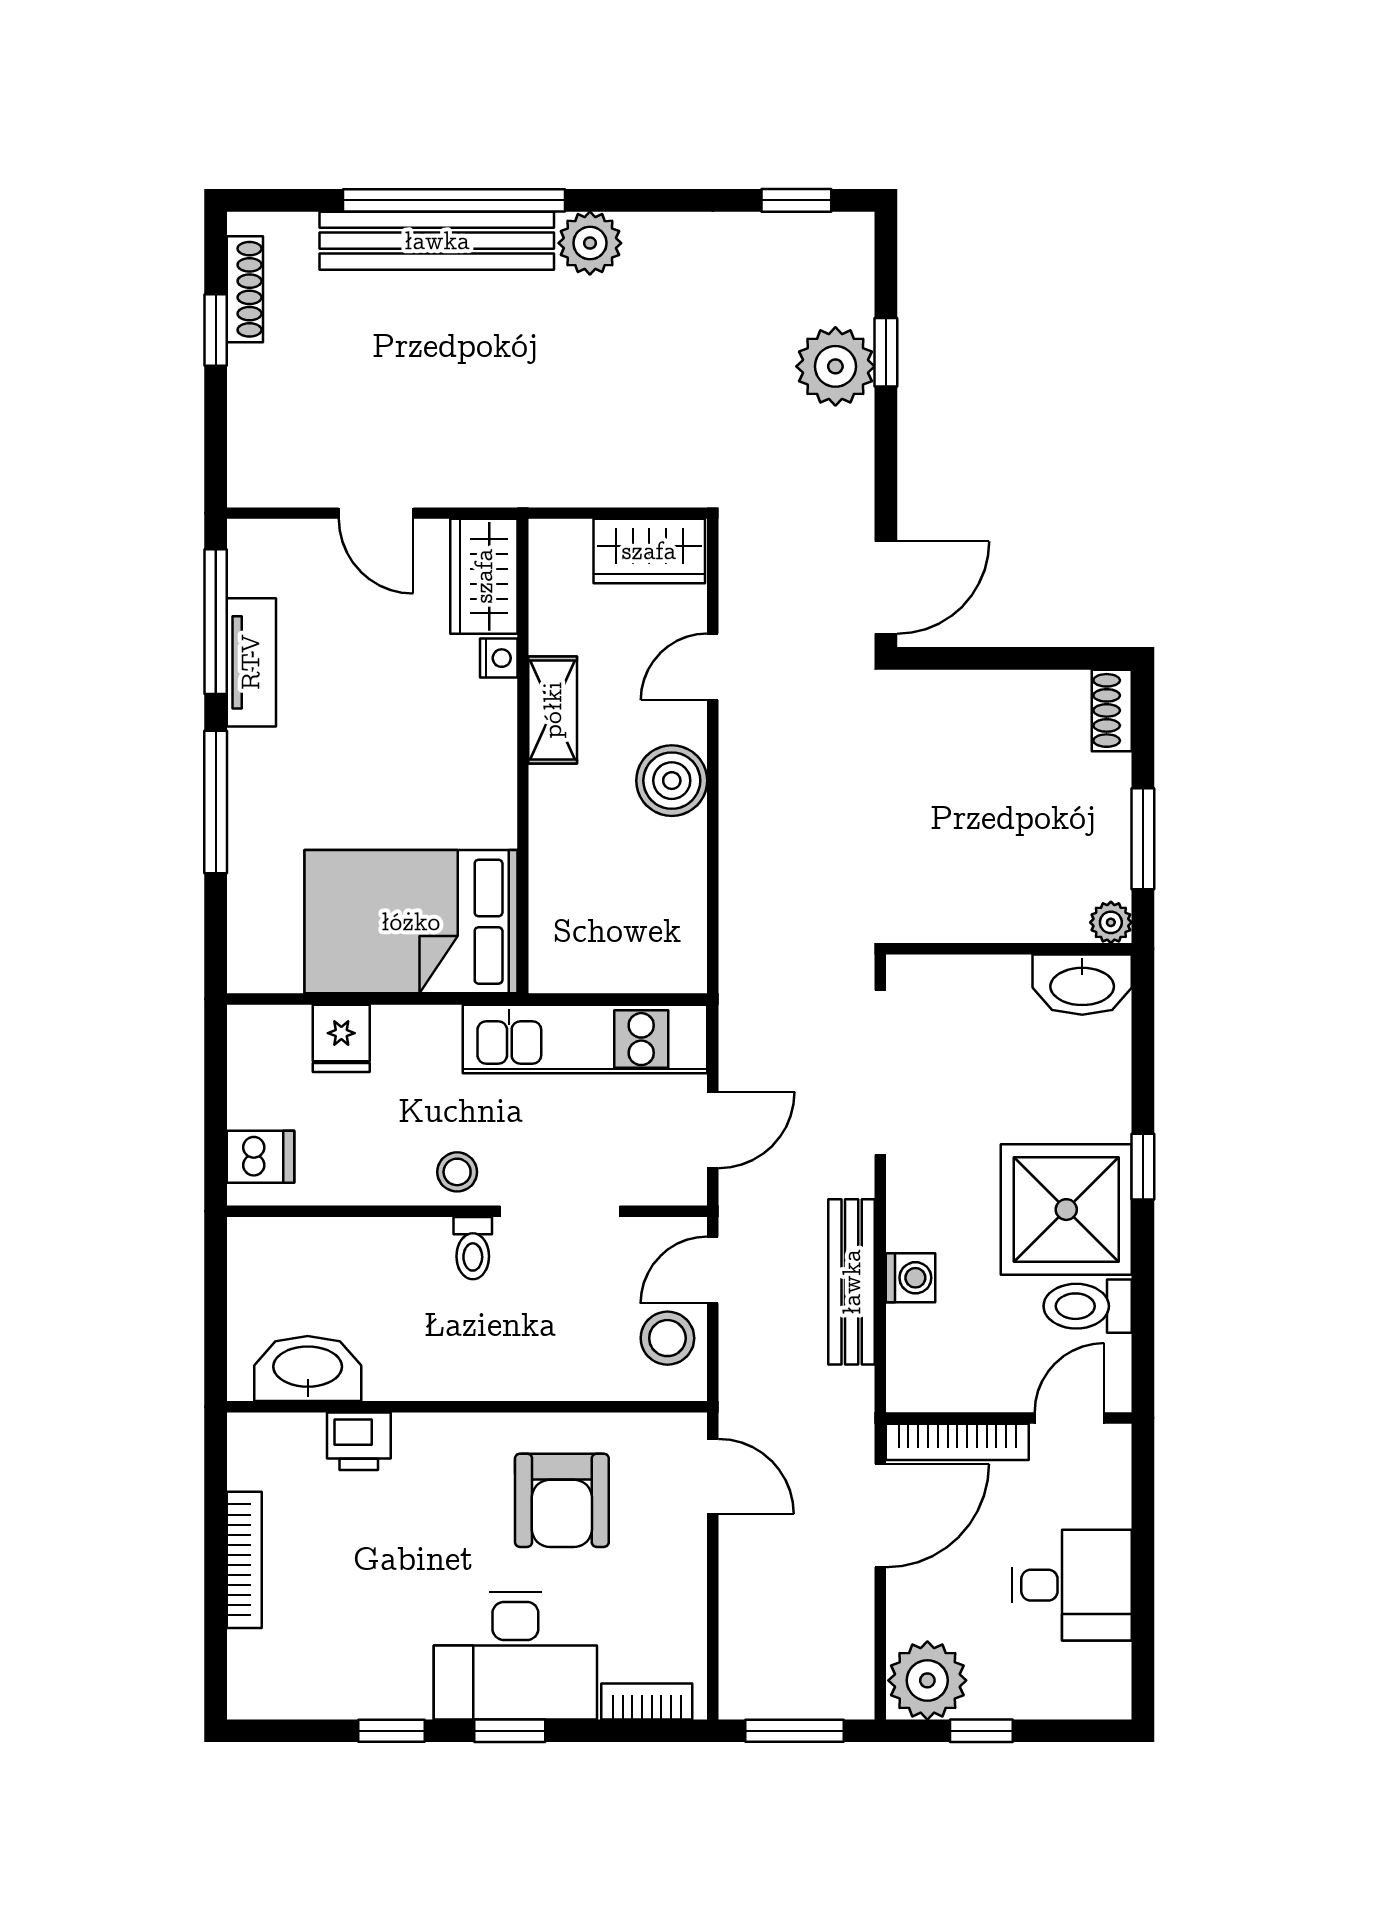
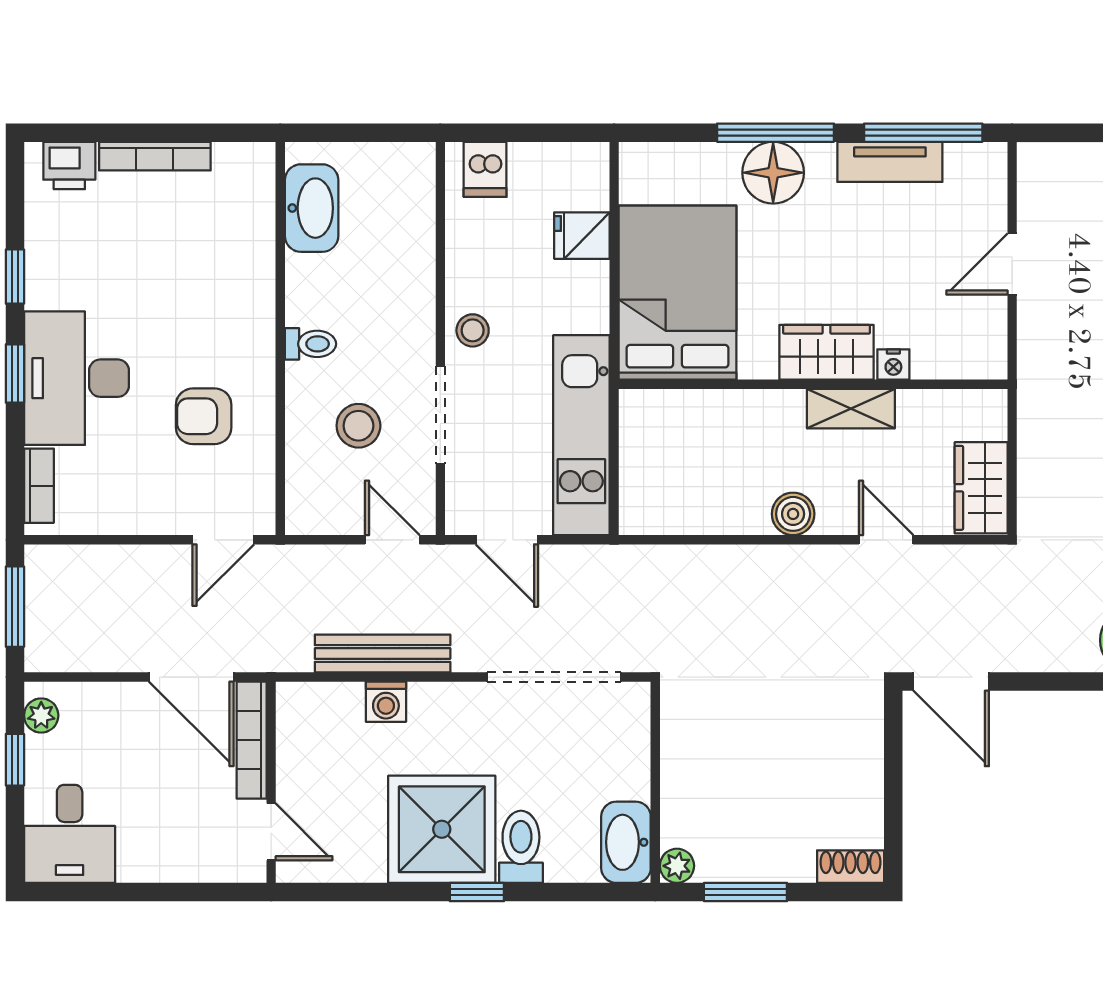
wardrobe: (484, 576) -> (826, 352), moved
boiler: (672, 781) -> (793, 514), width x0.73, depth x0.73
floor lamp: (265, 805) -> (773, 173), added
toilet: (473, 1248) -> (310, 344), moved, turned 180
toilet: (1088, 1306) -> (521, 847), moved
stool: (667, 1338) -> (358, 426), moved
printer: (359, 1441) -> (69, 166), moved, turned -90
armchair: (562, 1500) -> (204, 416), width x0.72, depth x0.72
desk: (1072, 1585) -> (70, 834), moved
plant: (927, 1680) -> (41, 715), width x0.53, depth x0.53

